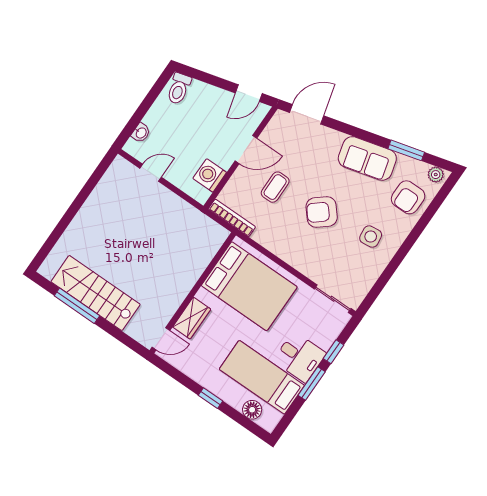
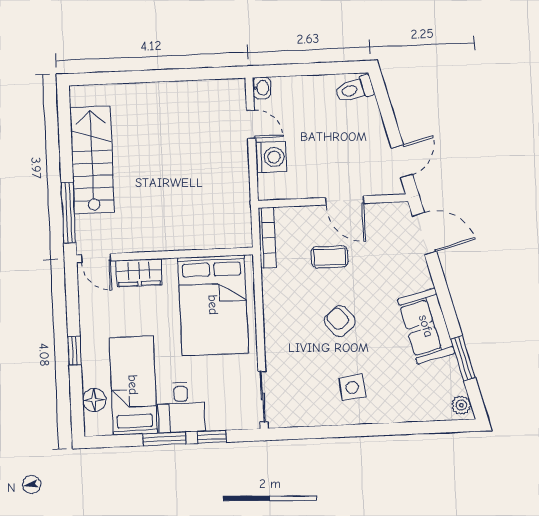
door: (249, 93) -> (402, 161), swing flipped
washbasin: (141, 133) -> (262, 88), moved, turned -90
washing machine: (210, 175) -> (271, 157), moved, turned 90
armchair: (408, 197) -> (418, 395), removed
armchair: (322, 212) -> (340, 321), width x0.72, depth x0.72
window: (77, 306) -> (68, 212), moved

